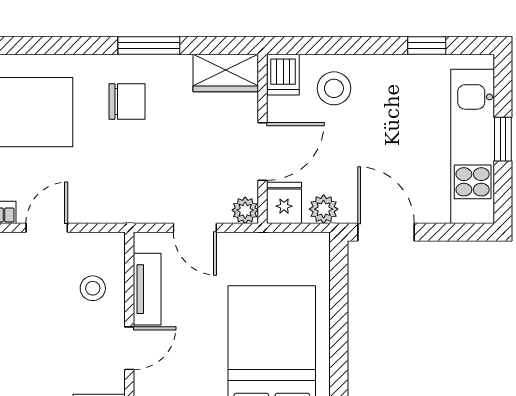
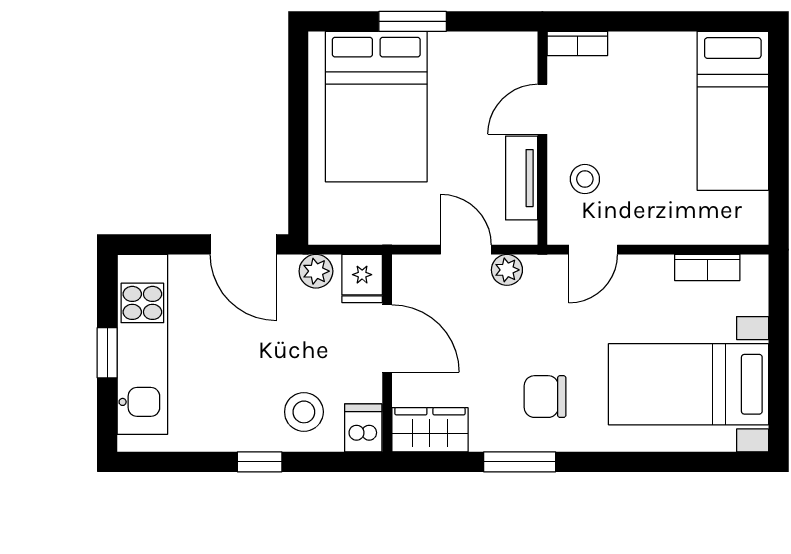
window: (427, 45) -> (260, 462), moved
door: (263, 151) -> (387, 338), swing flipped
plant: (245, 210) -> (507, 270), moved
door: (47, 228) -> (593, 250), moved

